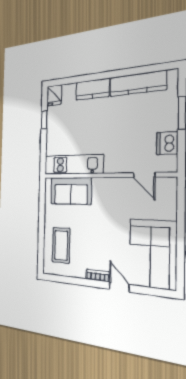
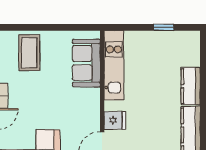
fridge: (54, 95) -> (115, 120), moved, turned 180
coffee table: (61, 245) -> (29, 53), turned 90

